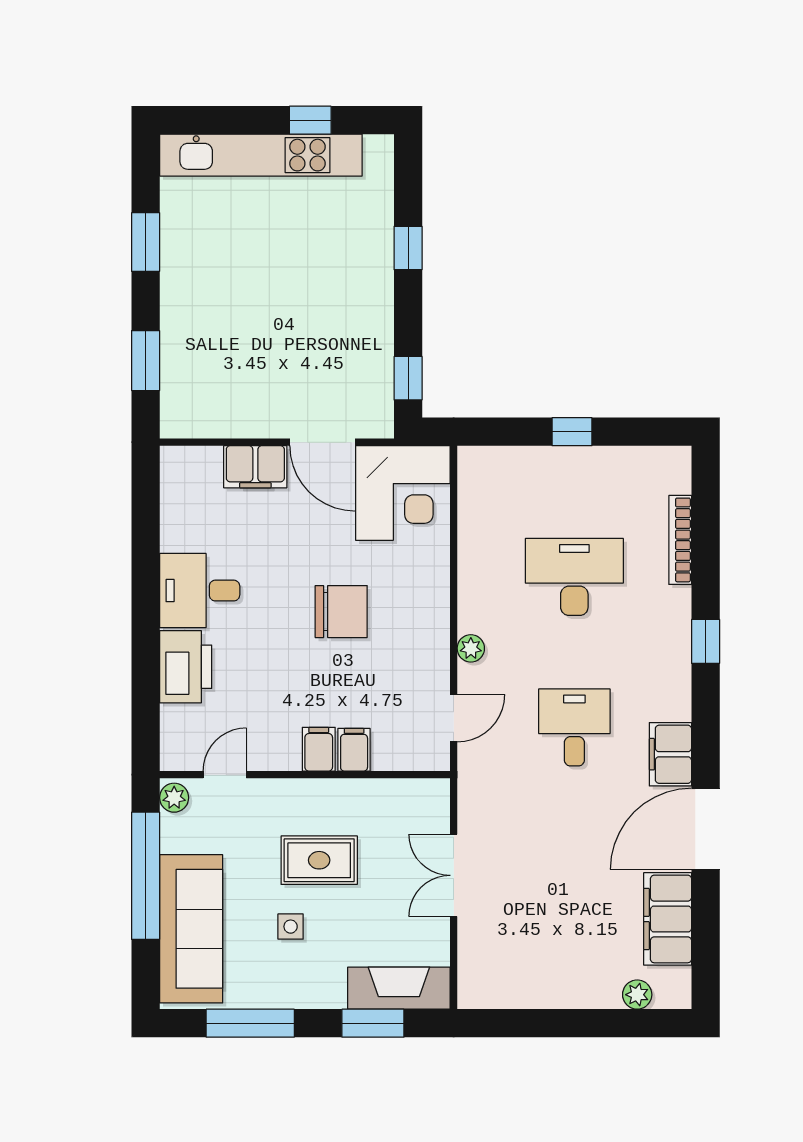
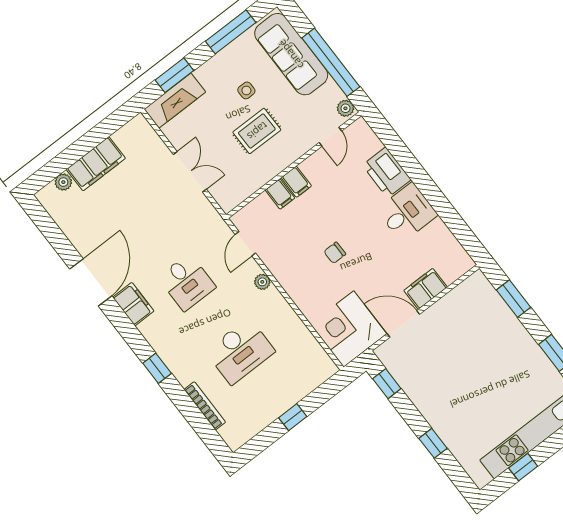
chair: (341, 612) -> (335, 253), width x0.54, depth x0.54
filing cabinet: (668, 919) -> (96, 164), moved, turned 90

